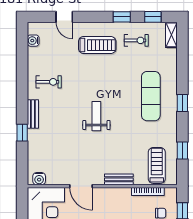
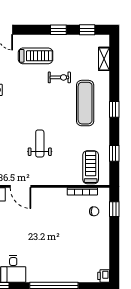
shelving: (171, 35) -> (104, 59), moved
exercise bike: (136, 40) -> (59, 77), moved
weight bench: (96, 116) -> (40, 144), moved
bench: (119, 179) -> (56, 180), removed

